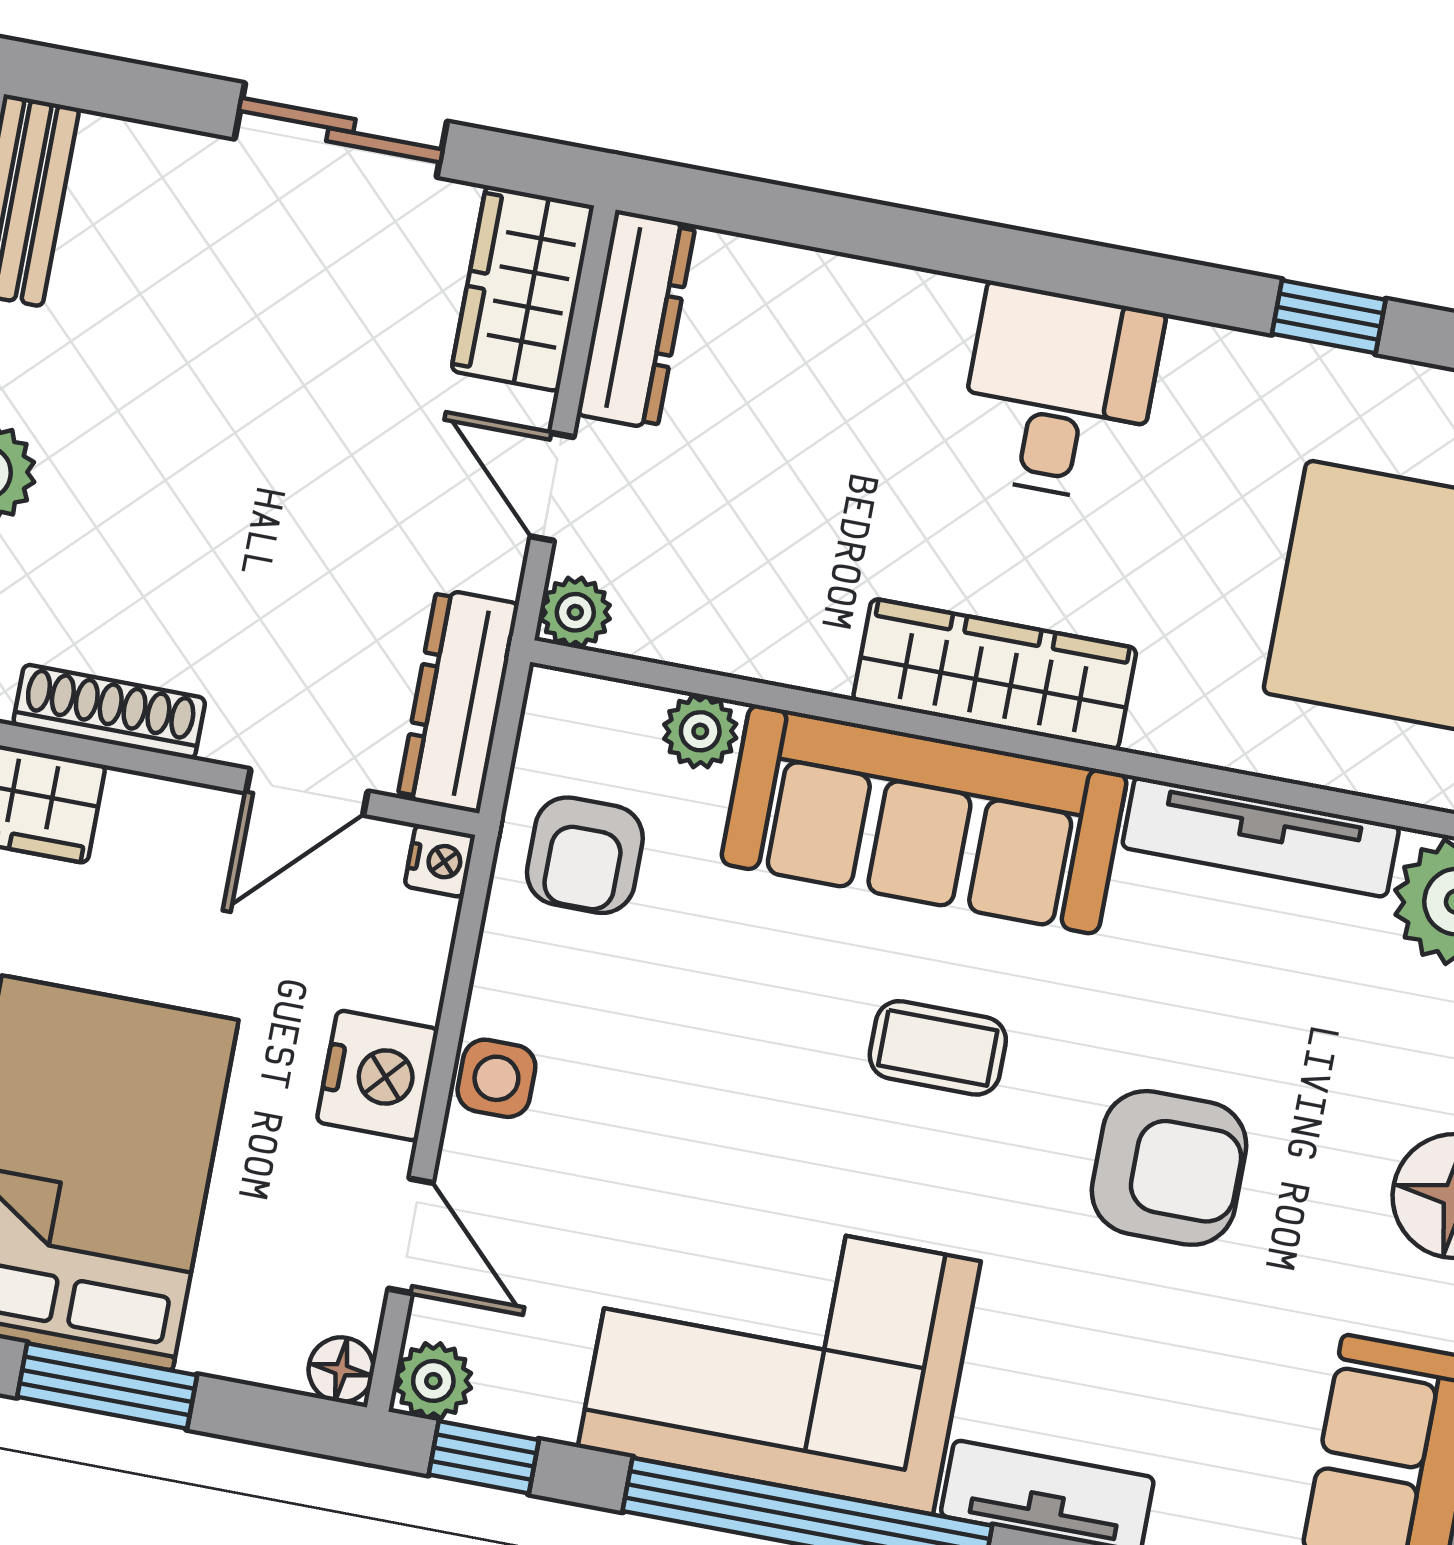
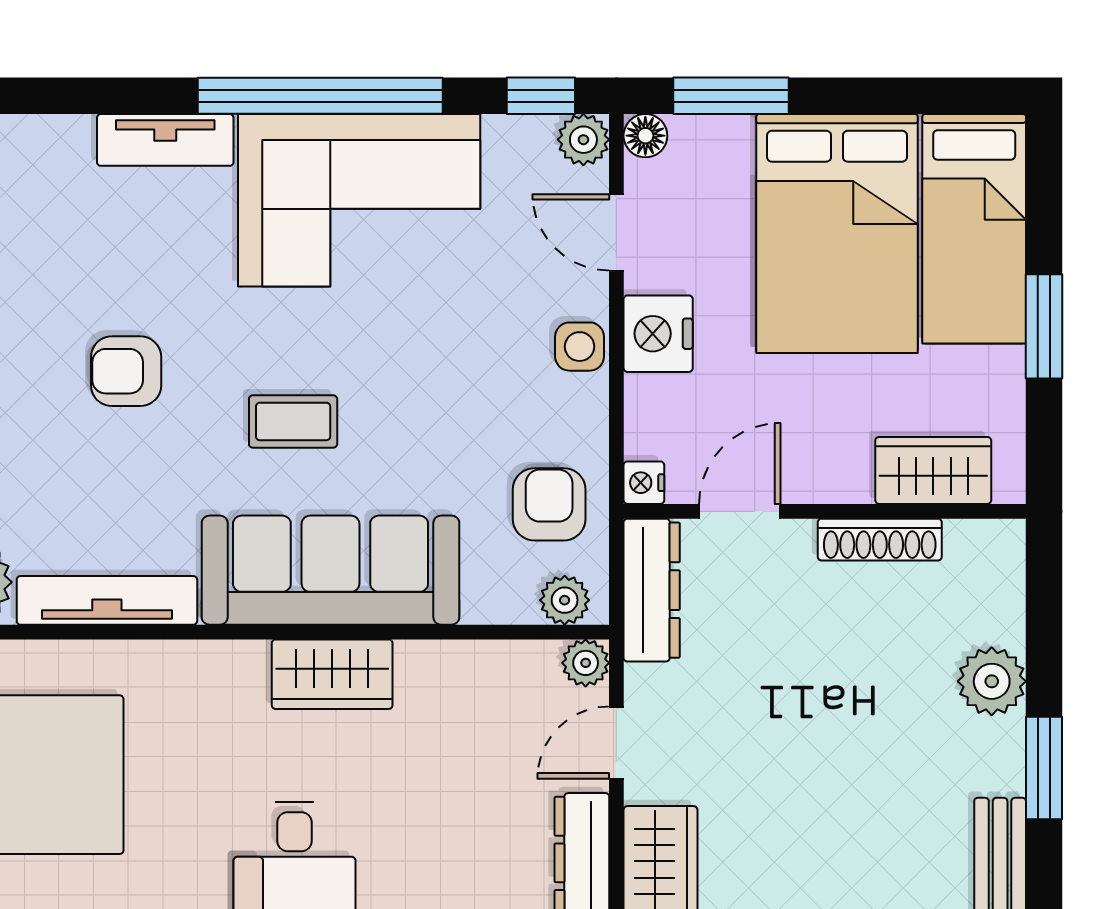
door: (552, 487) -> (616, 743), swing flipped
wardrobe: (995, 674) -> (332, 674), width x0.67
plant: (700, 731) -> (565, 600), moved
armchair: (1169, 1168) -> (126, 371), width x0.72, depth x0.72
window: (107, 1386) -> (731, 96), moved

